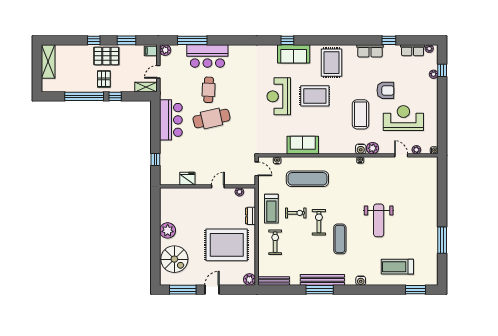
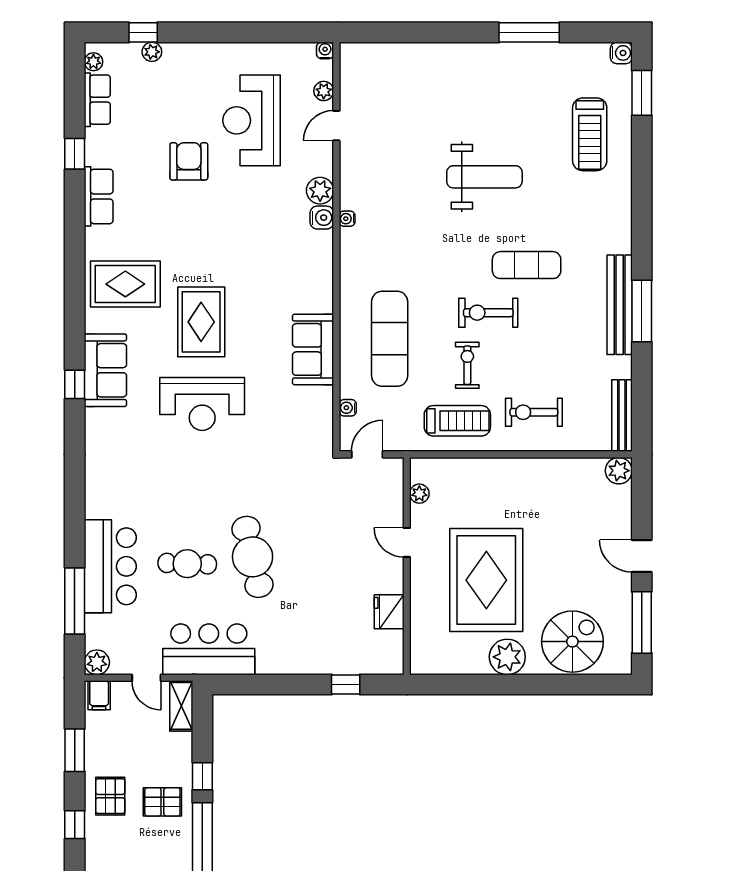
pallet: (106, 56) -> (110, 796), width x0.67, depth x0.71
coffee table: (361, 114) -> (243, 218), removed
bar counter: (171, 120) -> (209, 649), moved
dresser: (250, 216) -> (474, 468), removed
rug: (227, 245) -> (486, 580), moved
water cooler: (361, 281) -> (621, 53), moved

